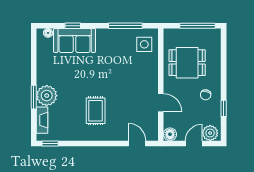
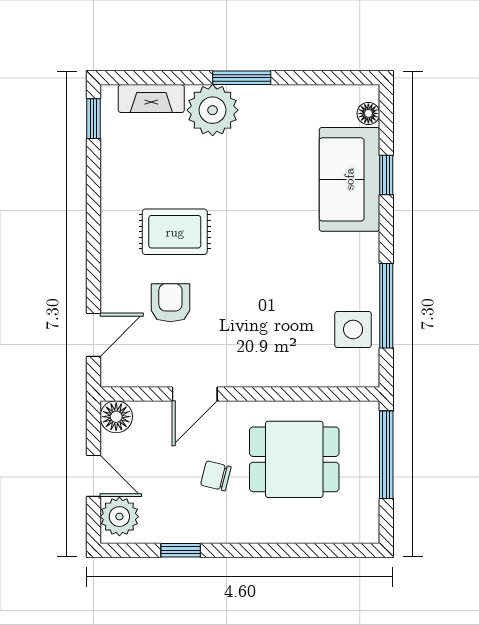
window: (198, 26) -> (386, 455), moved
side table: (144, 44) -> (353, 329), moved
dining table: (187, 63) -> (294, 459), turned 90
chair: (206, 95) -> (216, 476), moved
window: (34, 97) -> (242, 78), moved
armchair: (124, 112) -> (170, 303), added

